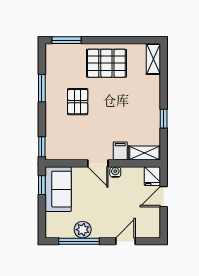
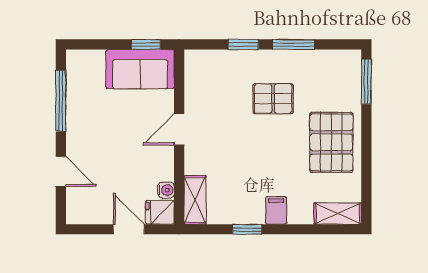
window: (42, 147) -> (243, 44), moved
filing cabinet: (120, 151) -> (276, 210), moved, turned -90
water cooler: (115, 172) -> (166, 190), moved
plant: (83, 230) -> (79, 106), removed

